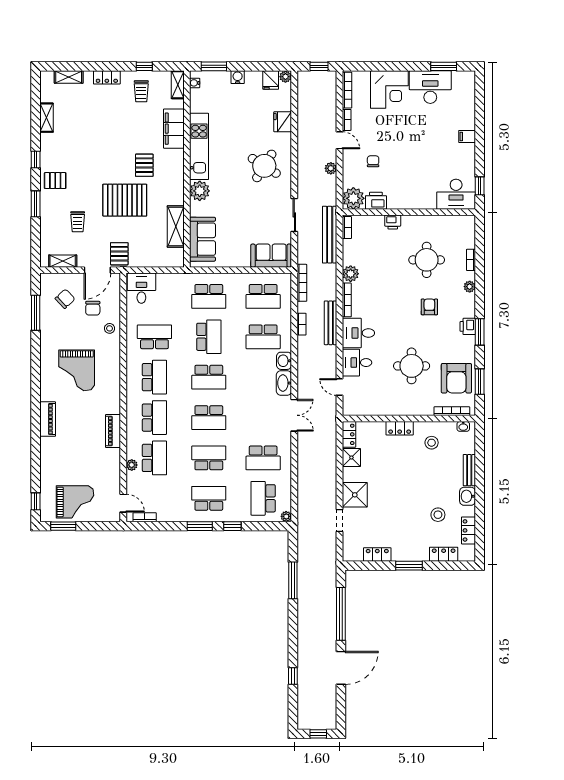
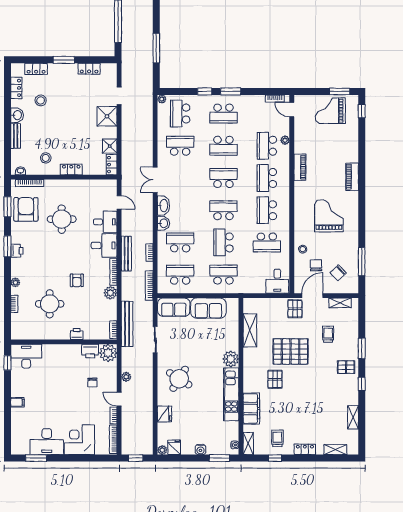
sofa: (202, 239) -> (208, 308), moved, turned -90
armchair: (429, 307) -> (77, 280), moved
school desk: (263, 498) -> (180, 114), turned 180

